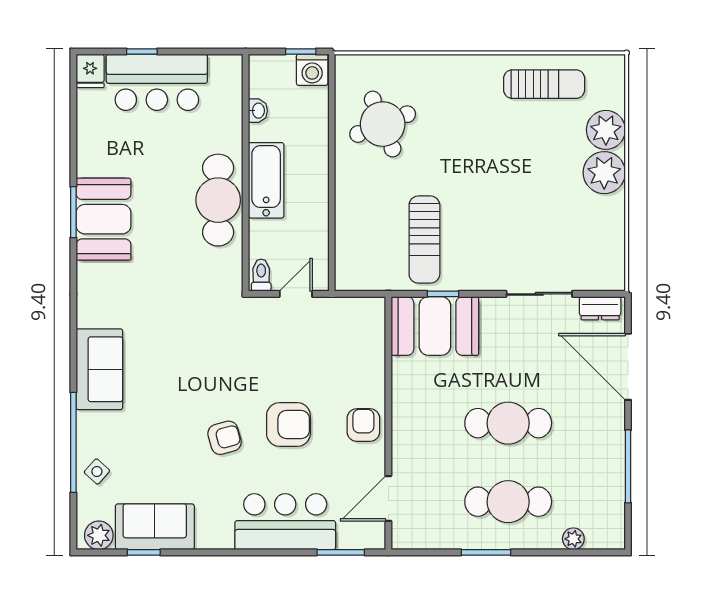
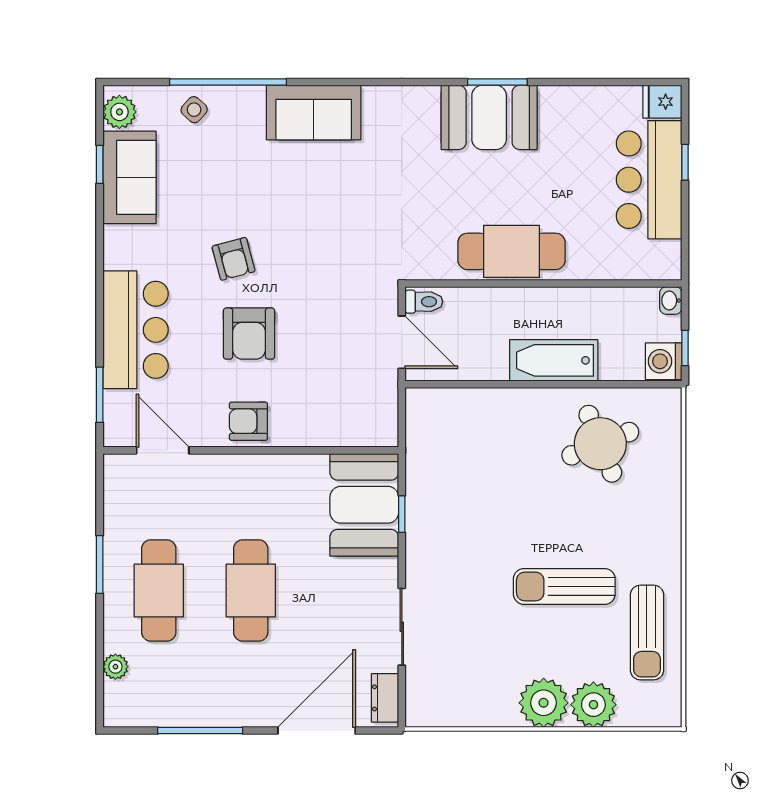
washbasin: (258, 111) -> (671, 300), moved, turned 90
bathtub: (266, 180) -> (554, 360), moved, turned 180
sun lounger: (424, 240) -> (564, 586), moved
door: (296, 294) -> (402, 342), width x1.38
armchair: (363, 425) -> (248, 421), turned 180

